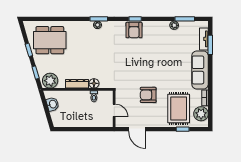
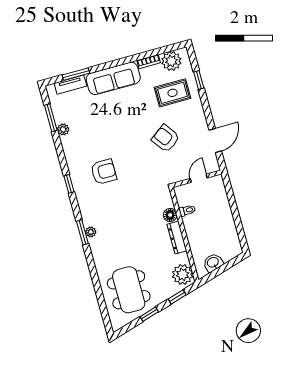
armchair: (134, 30) -> (104, 172), moved
armchair: (148, 95) -> (166, 138), turned 144
rug: (179, 108) -> (173, 93), width x0.73, depth x0.70

